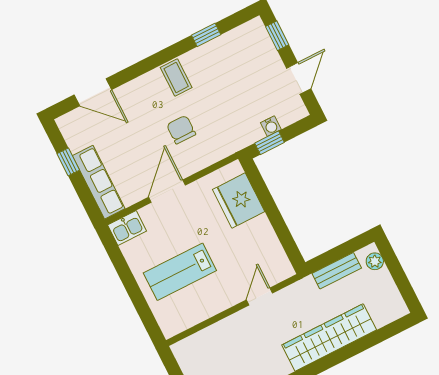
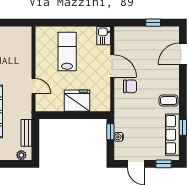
chair: (181, 130) -> (130, 86), moved
row of seats: (99, 182) -> (172, 135), moved, turned 90
fridge: (239, 201) -> (77, 101), moved

